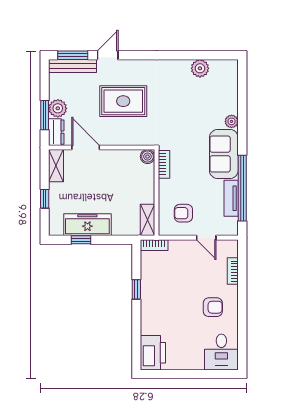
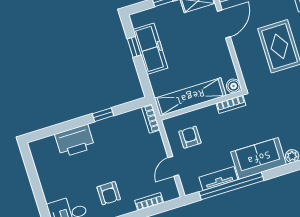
shelving: (147, 220) -> (190, 97), width x2.20, depth x1.33
printer: (153, 353) -> (75, 141), moved

